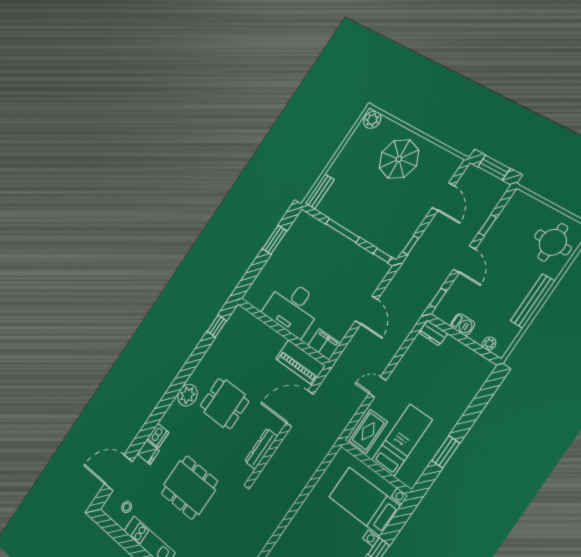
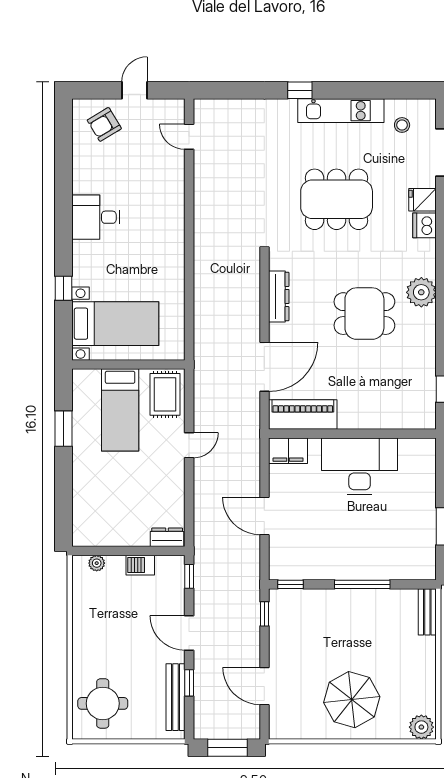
bench: (533, 301) -> (176, 697), moved

